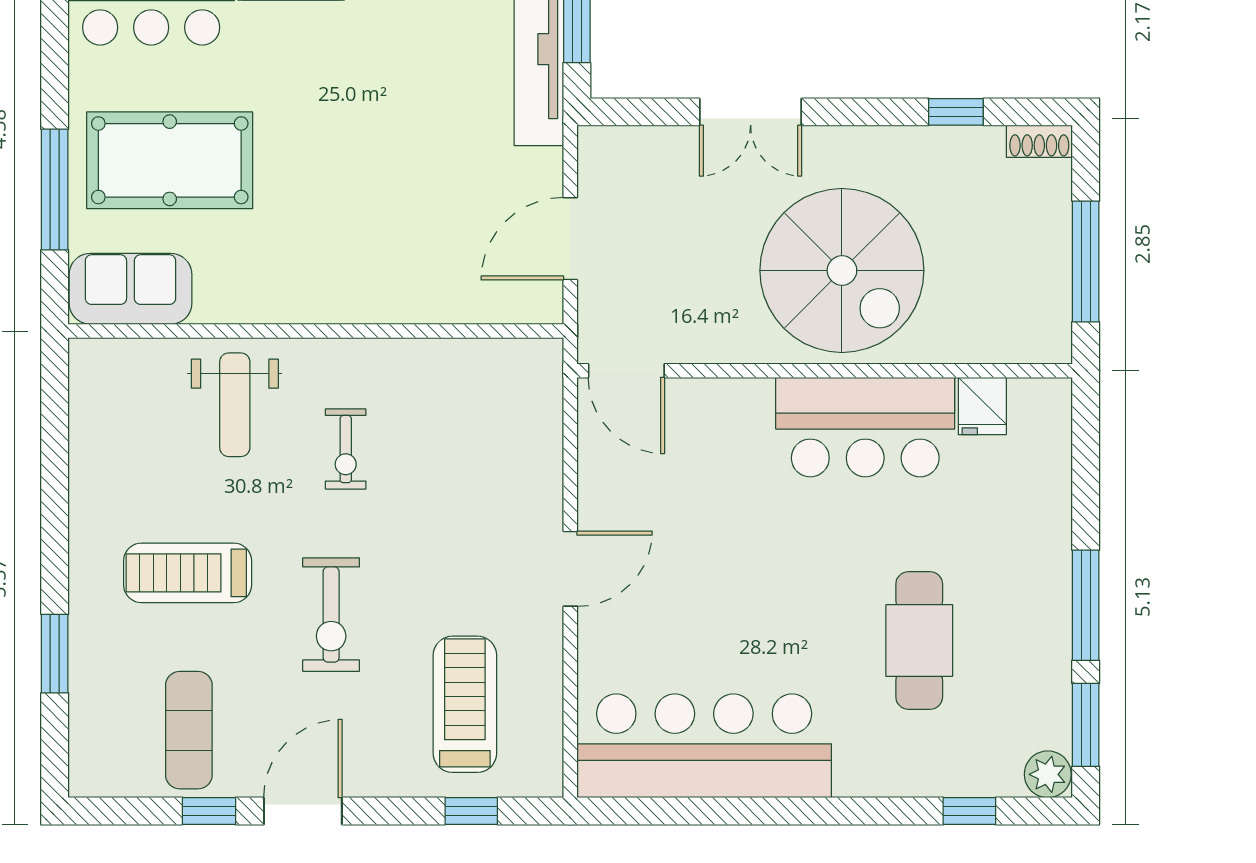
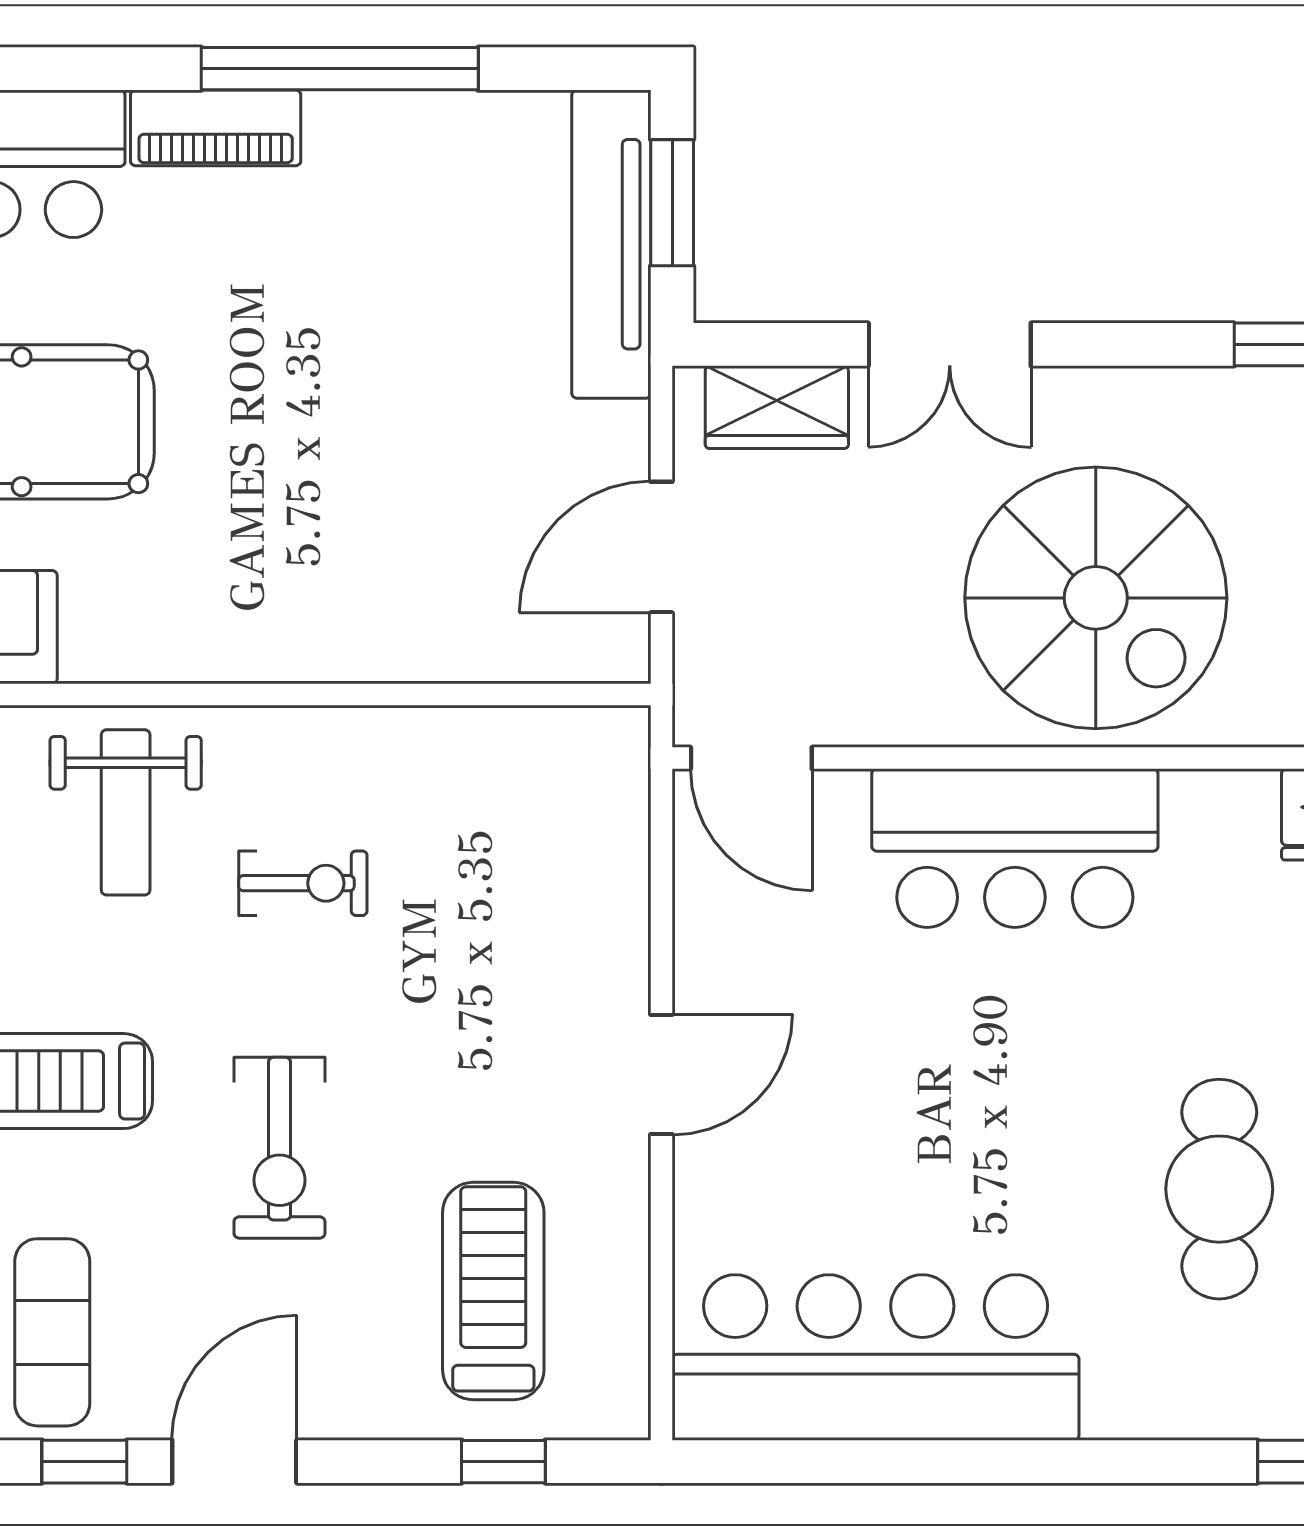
wardrobe: (642, 151) -> (777, 407), added
bar counter: (865, 427) -> (1015, 848), moved
exercise bike: (346, 449) -> (303, 883), turned -90

